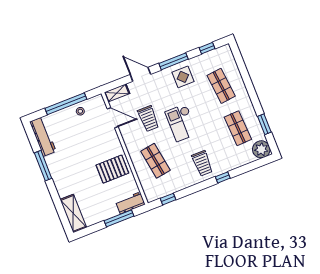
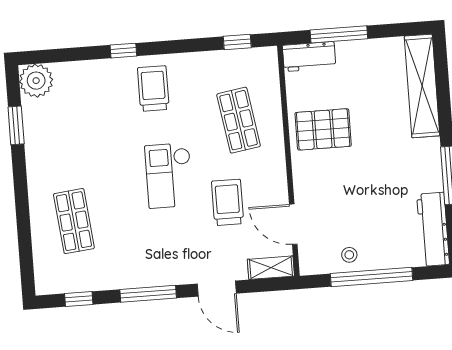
display table: (183, 77) -> (140, 260), removed
checkout: (181, 123) -> (169, 176), turned 180
shop shelf: (238, 128) -> (67, 133), removed
shelving: (73, 213) -> (422, 86), width x1.47

